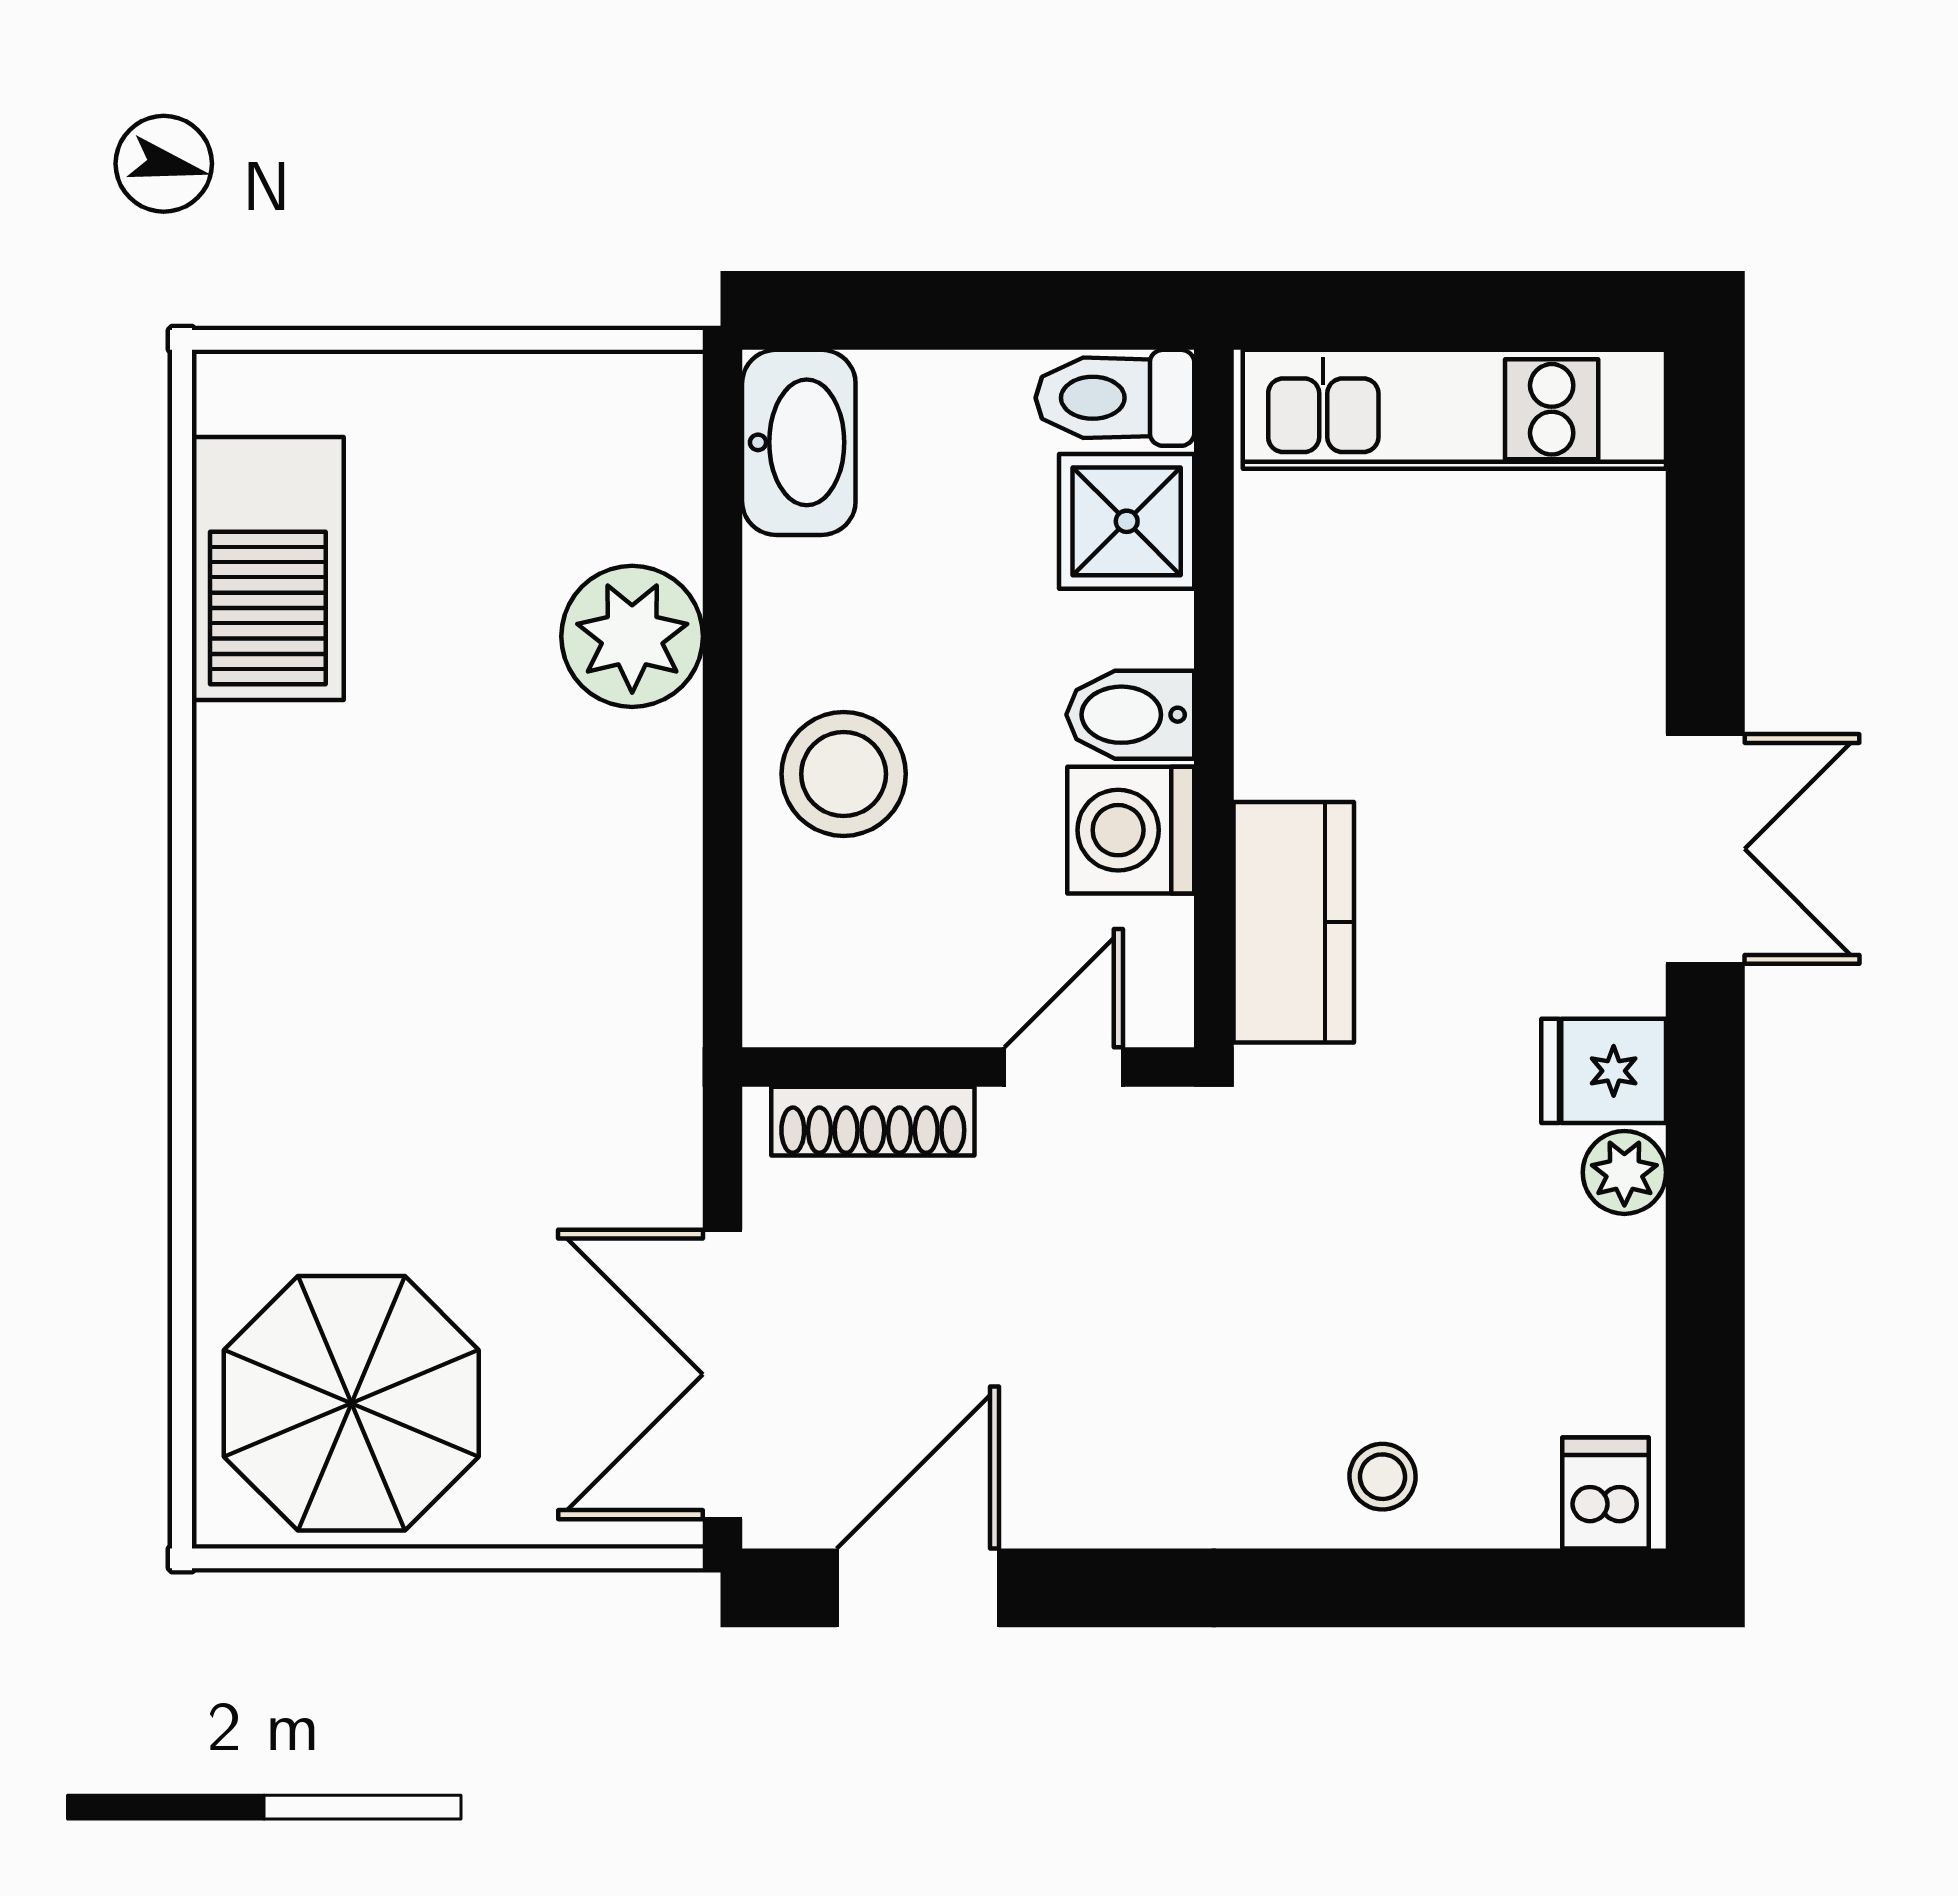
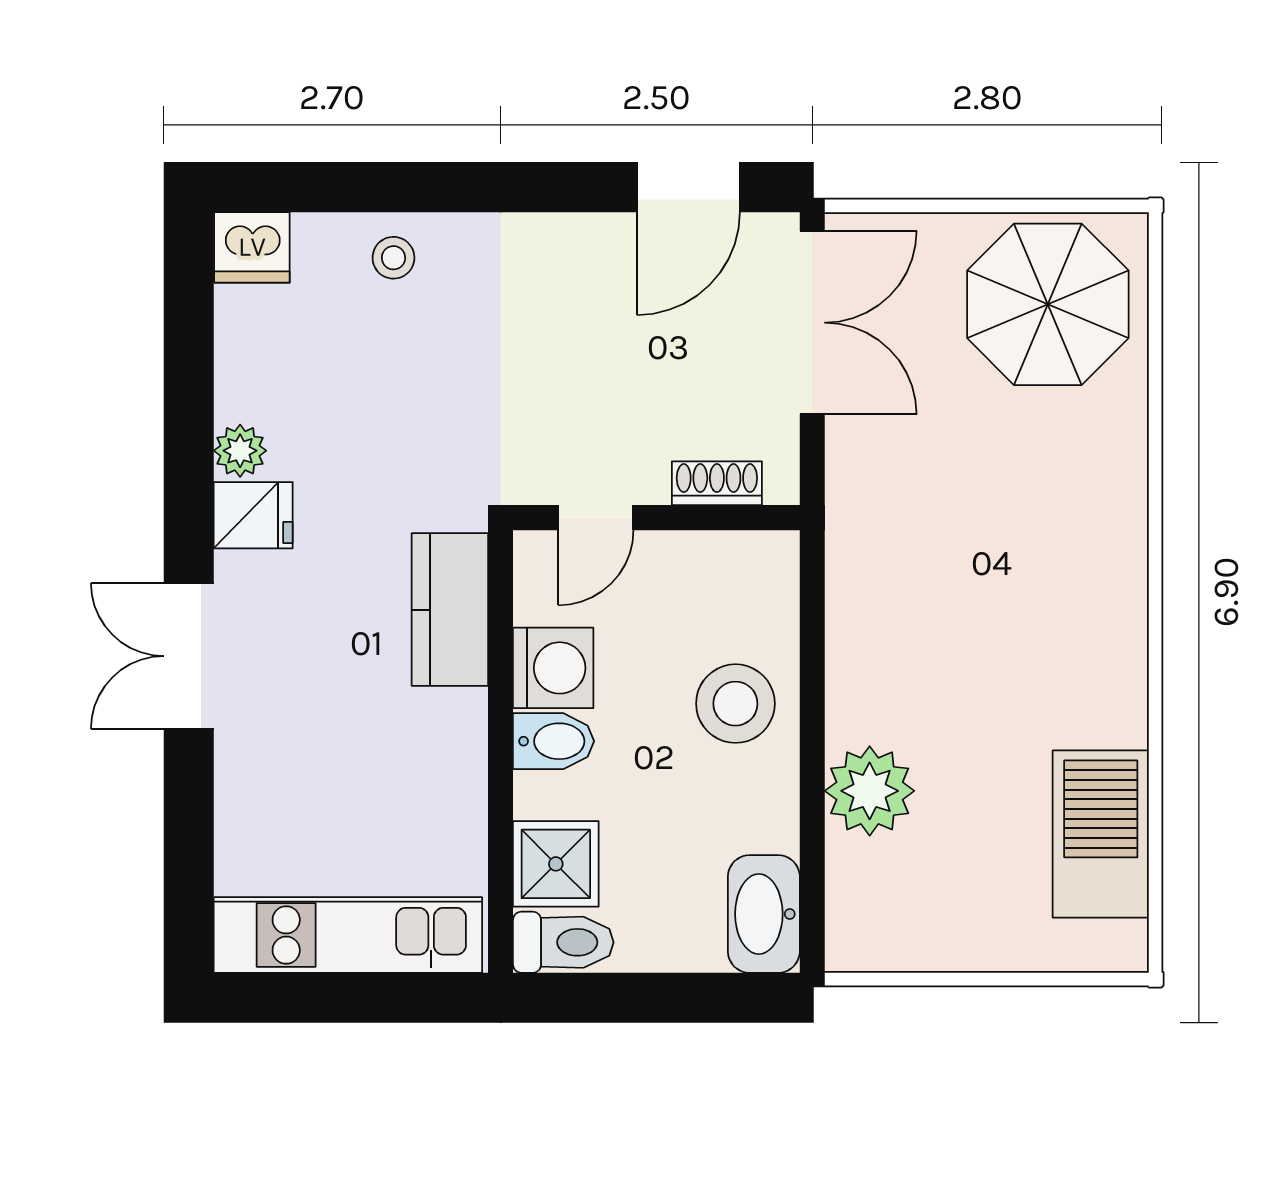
shoe rack: (873, 1121) -> (717, 483), width x0.70
dishwasher: (1606, 1493) -> (252, 247), width x1.38

